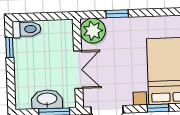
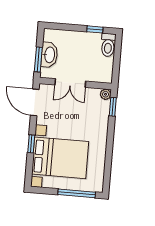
window: (117, 14) -> (113, 107), moved
plant: (93, 31) -> (106, 94), width x0.53, depth x0.53

